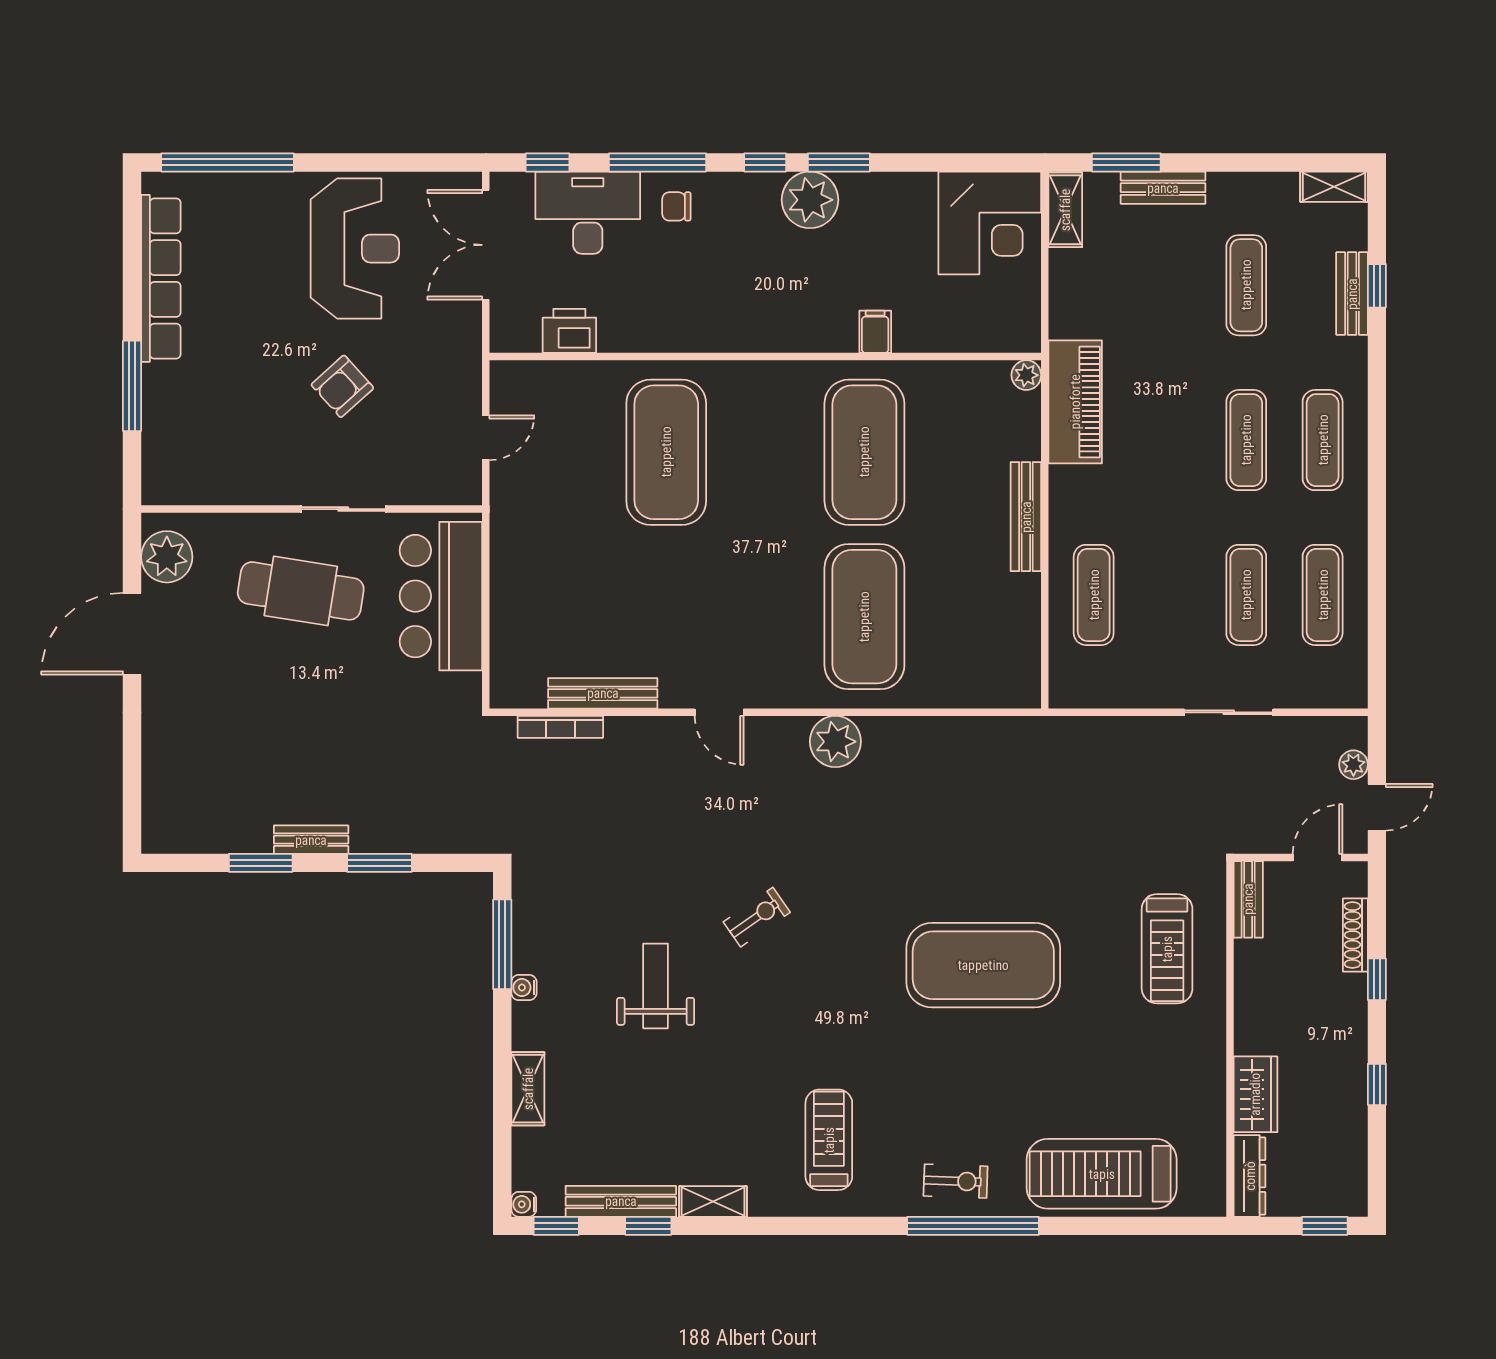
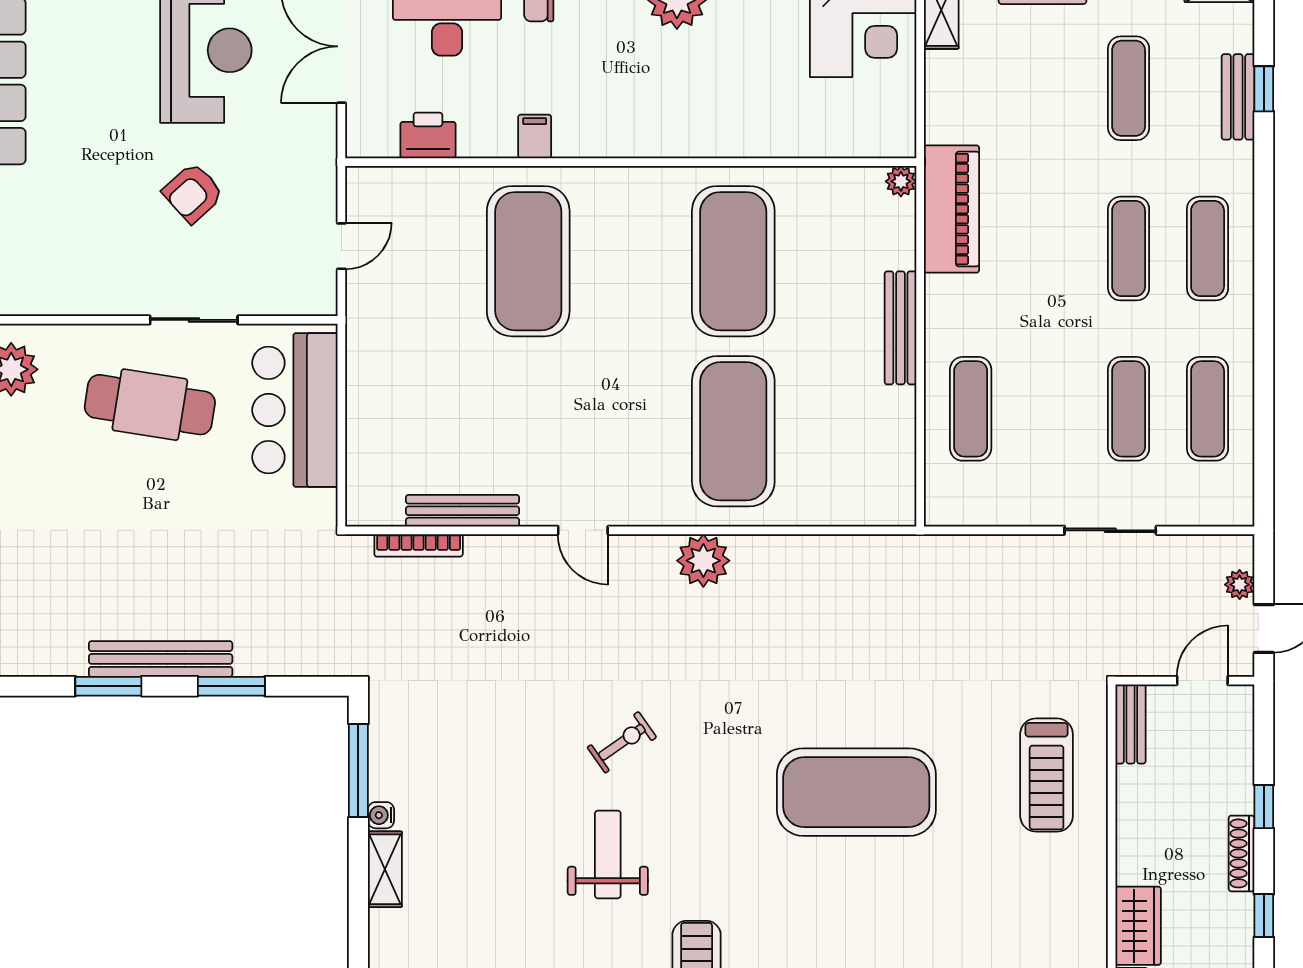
filing cabinet: (875, 332) -> (535, 136), moved
bench: (311, 840) -> (161, 659), width x1.86, depth x1.21
shoe rack: (1355, 935) -> (1242, 853), moved
weight bench: (656, 986) -> (608, 854), moved
shelving: (528, 1089) -> (385, 869), moved

